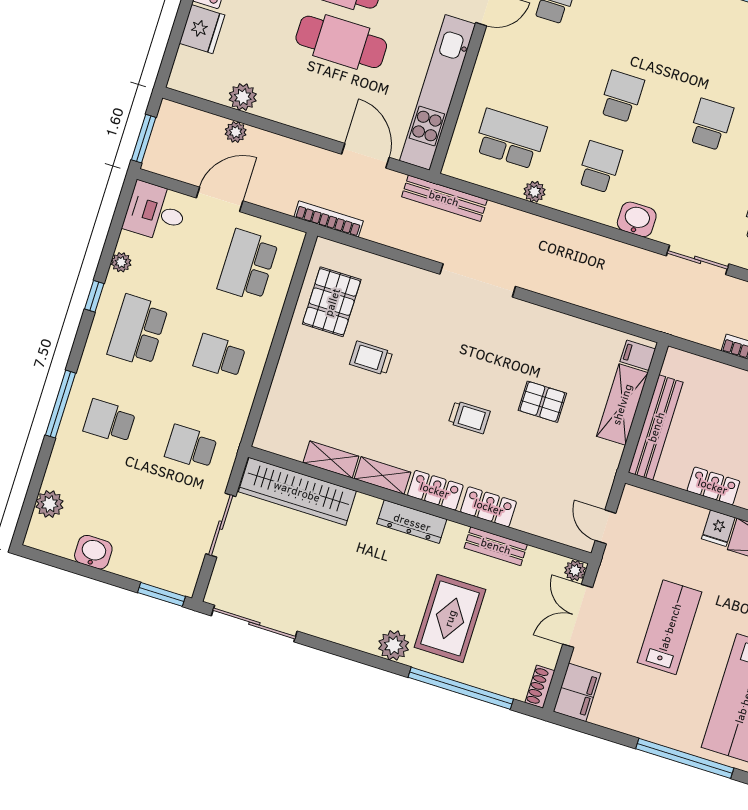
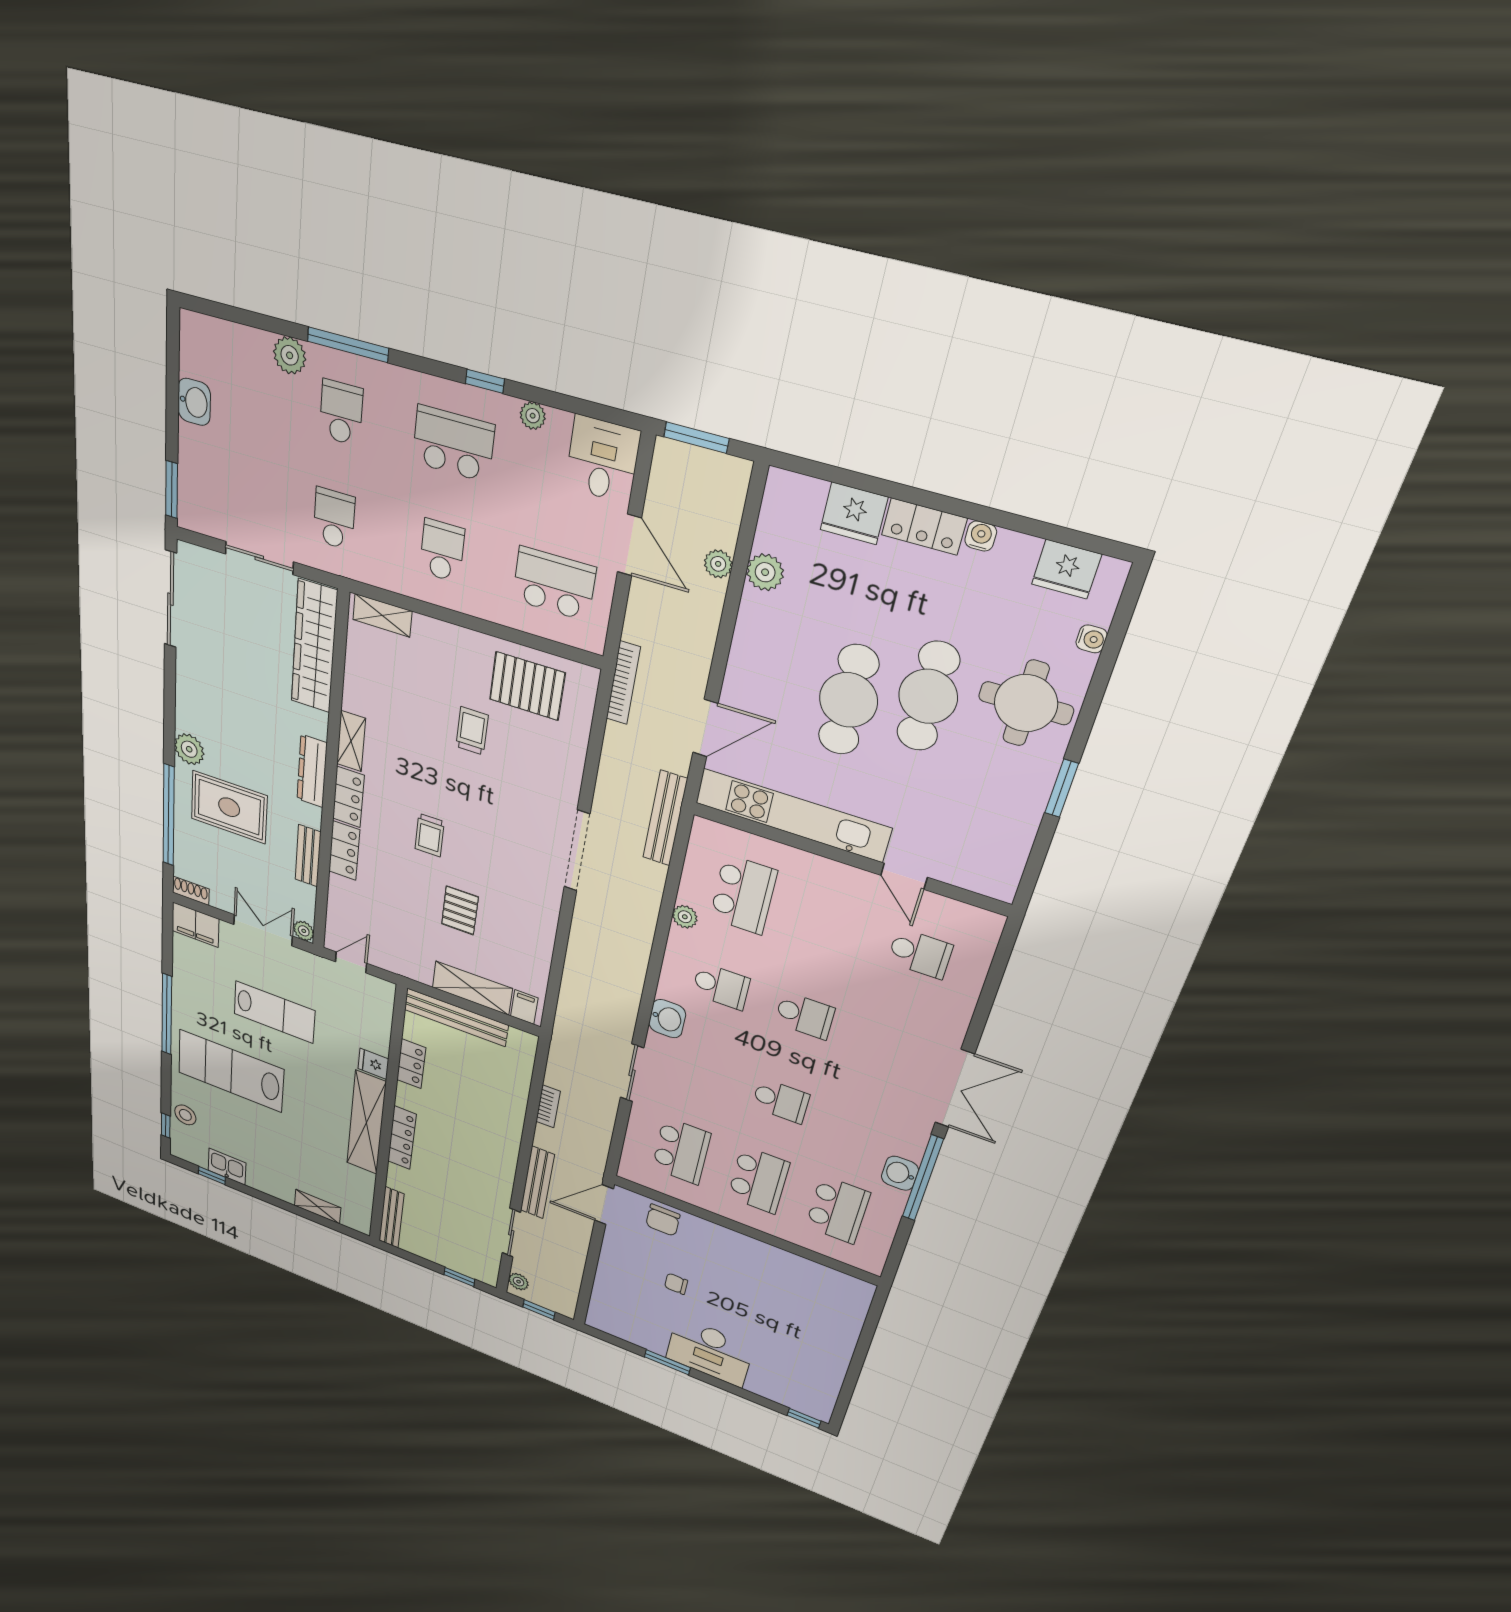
shelving: (331, 459) -> (382, 615), moved, turned 90
plant: (50, 504) -> (290, 355), moved

